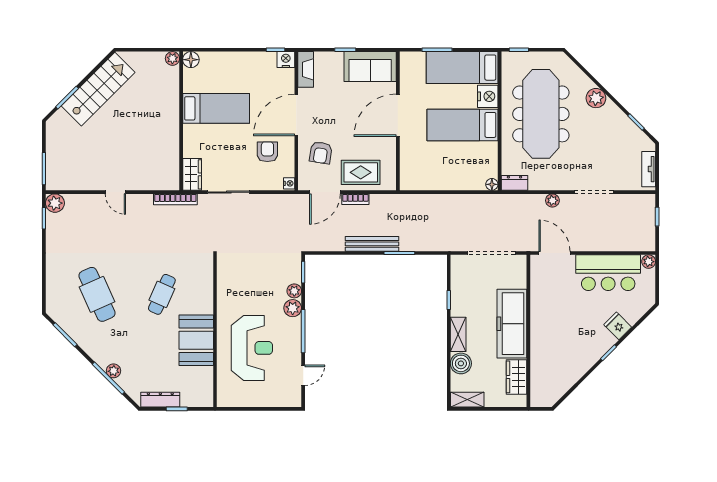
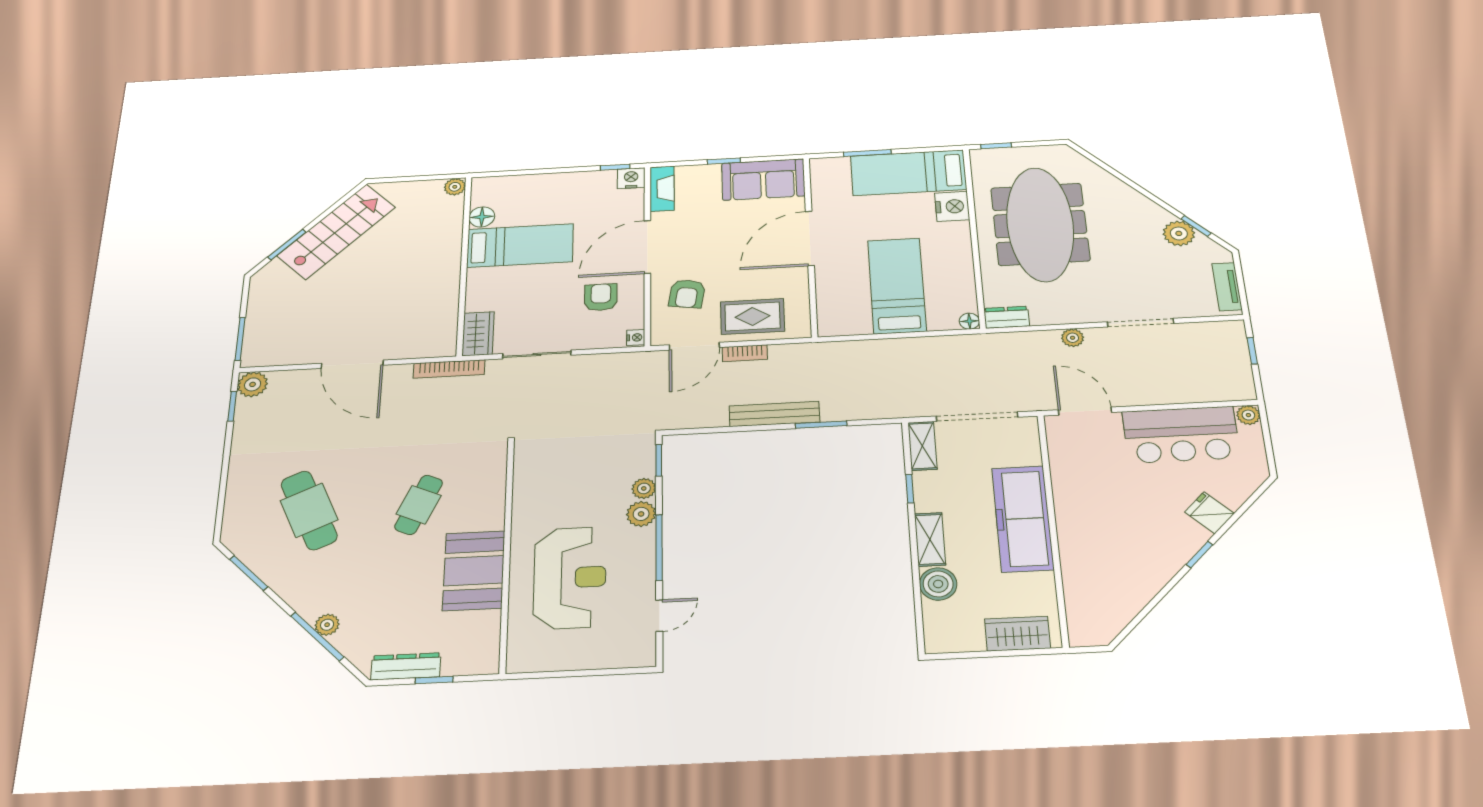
floor lamp: (191, 60) -> (482, 217), moved
plant: (596, 98) -> (1179, 233), moved
bed: (462, 125) -> (897, 286), moved, turned 90
door: (115, 192) -> (352, 364), width x1.87
wardrobe: (517, 377) -> (1018, 634), moved, turned 90
shelving: (467, 400) -> (922, 446), moved, turned 90

